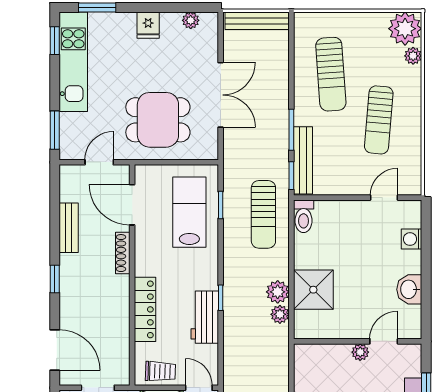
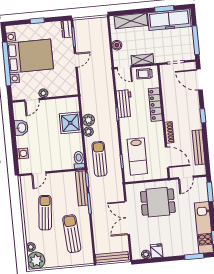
fridge: (148, 25) -> (157, 251), moved
bench: (69, 228) -> (199, 147), width x1.36
plant: (280, 314) -> (88, 132), moved

